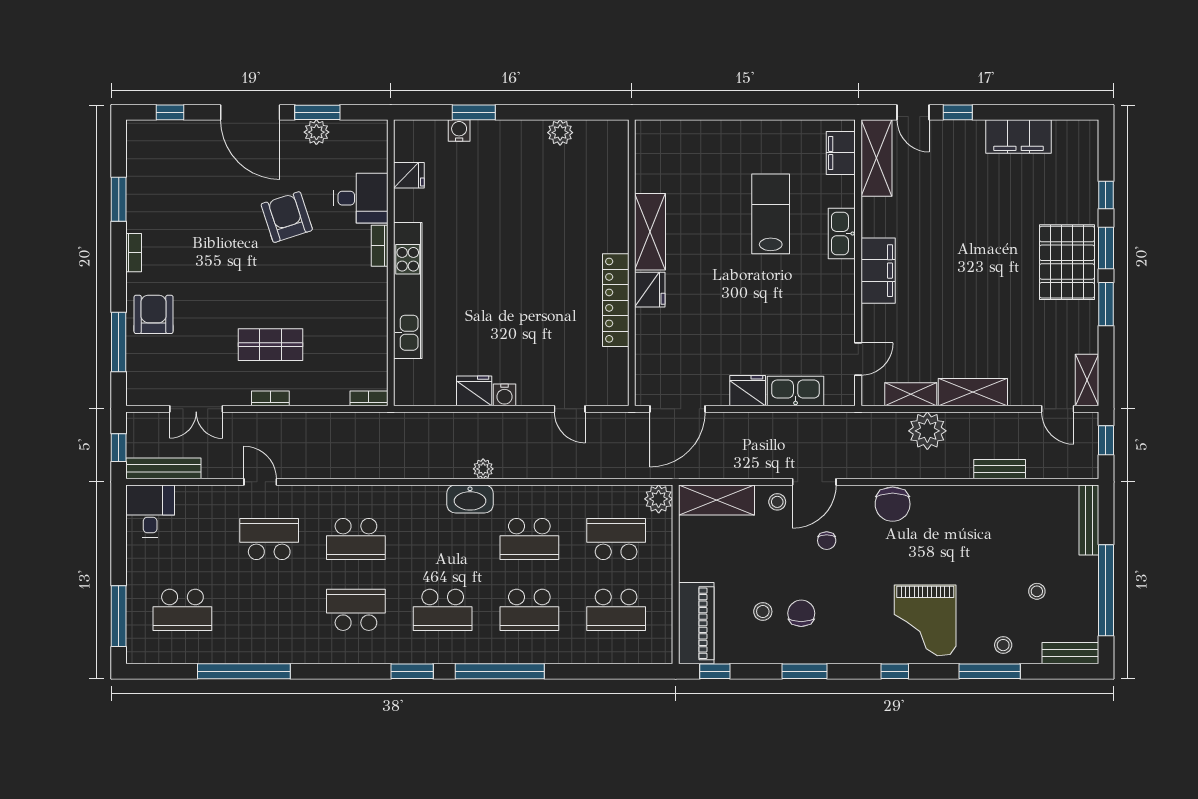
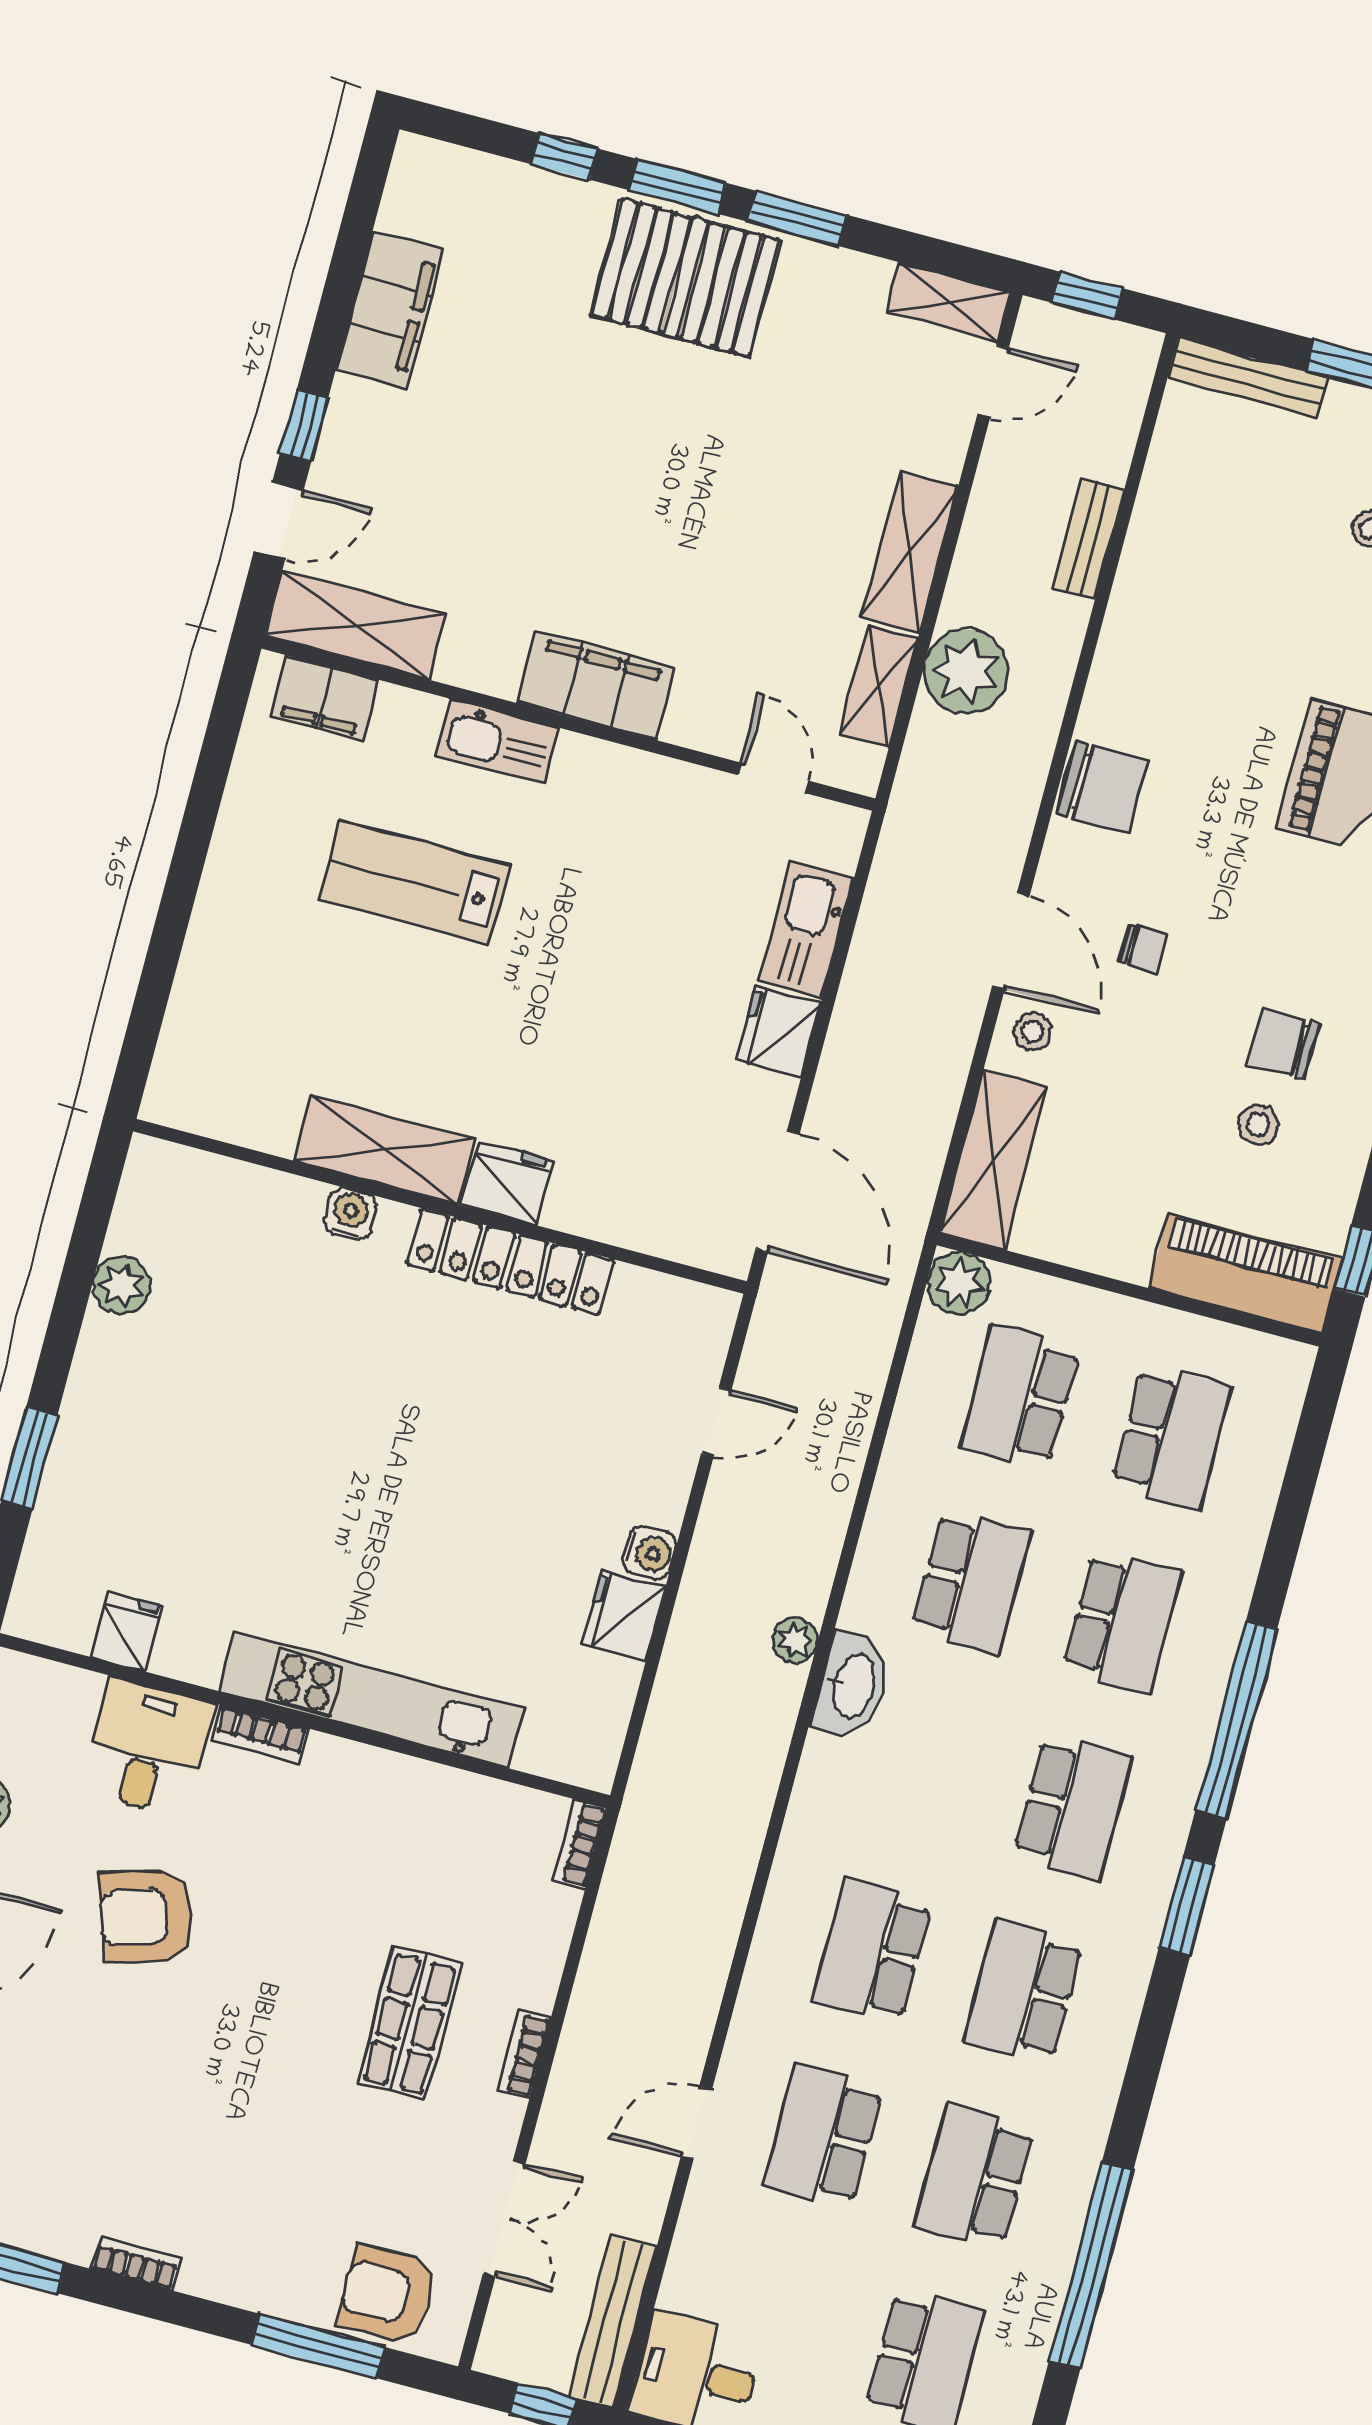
water cooler: (459, 130) -> (350, 1214), moved, turned 90
armchair: (154, 314) -> (387, 2295), moved
school desk: (356, 539) -> (872, 1951), turned 180
school desk: (269, 610) -> (974, 2177), added

